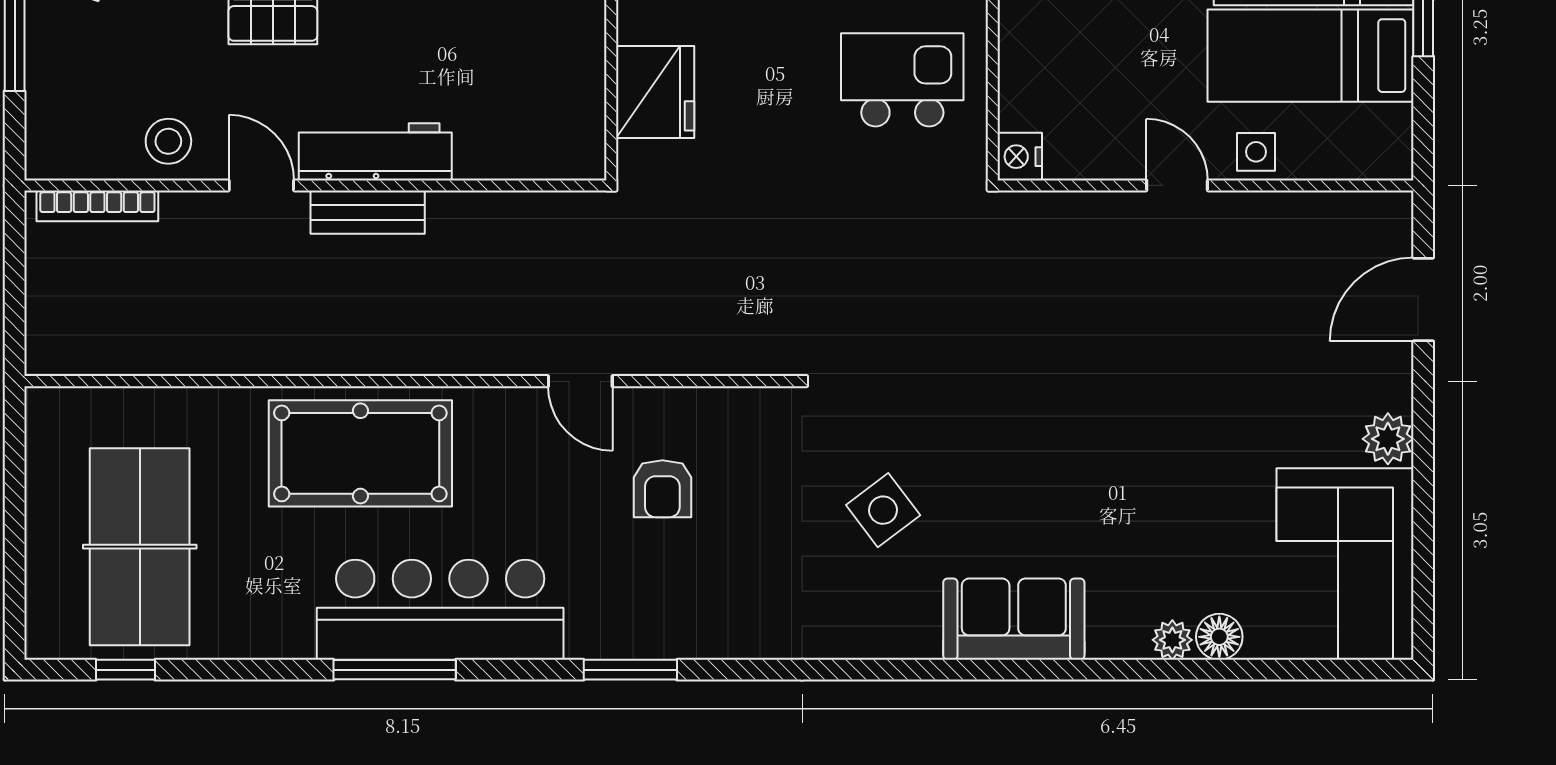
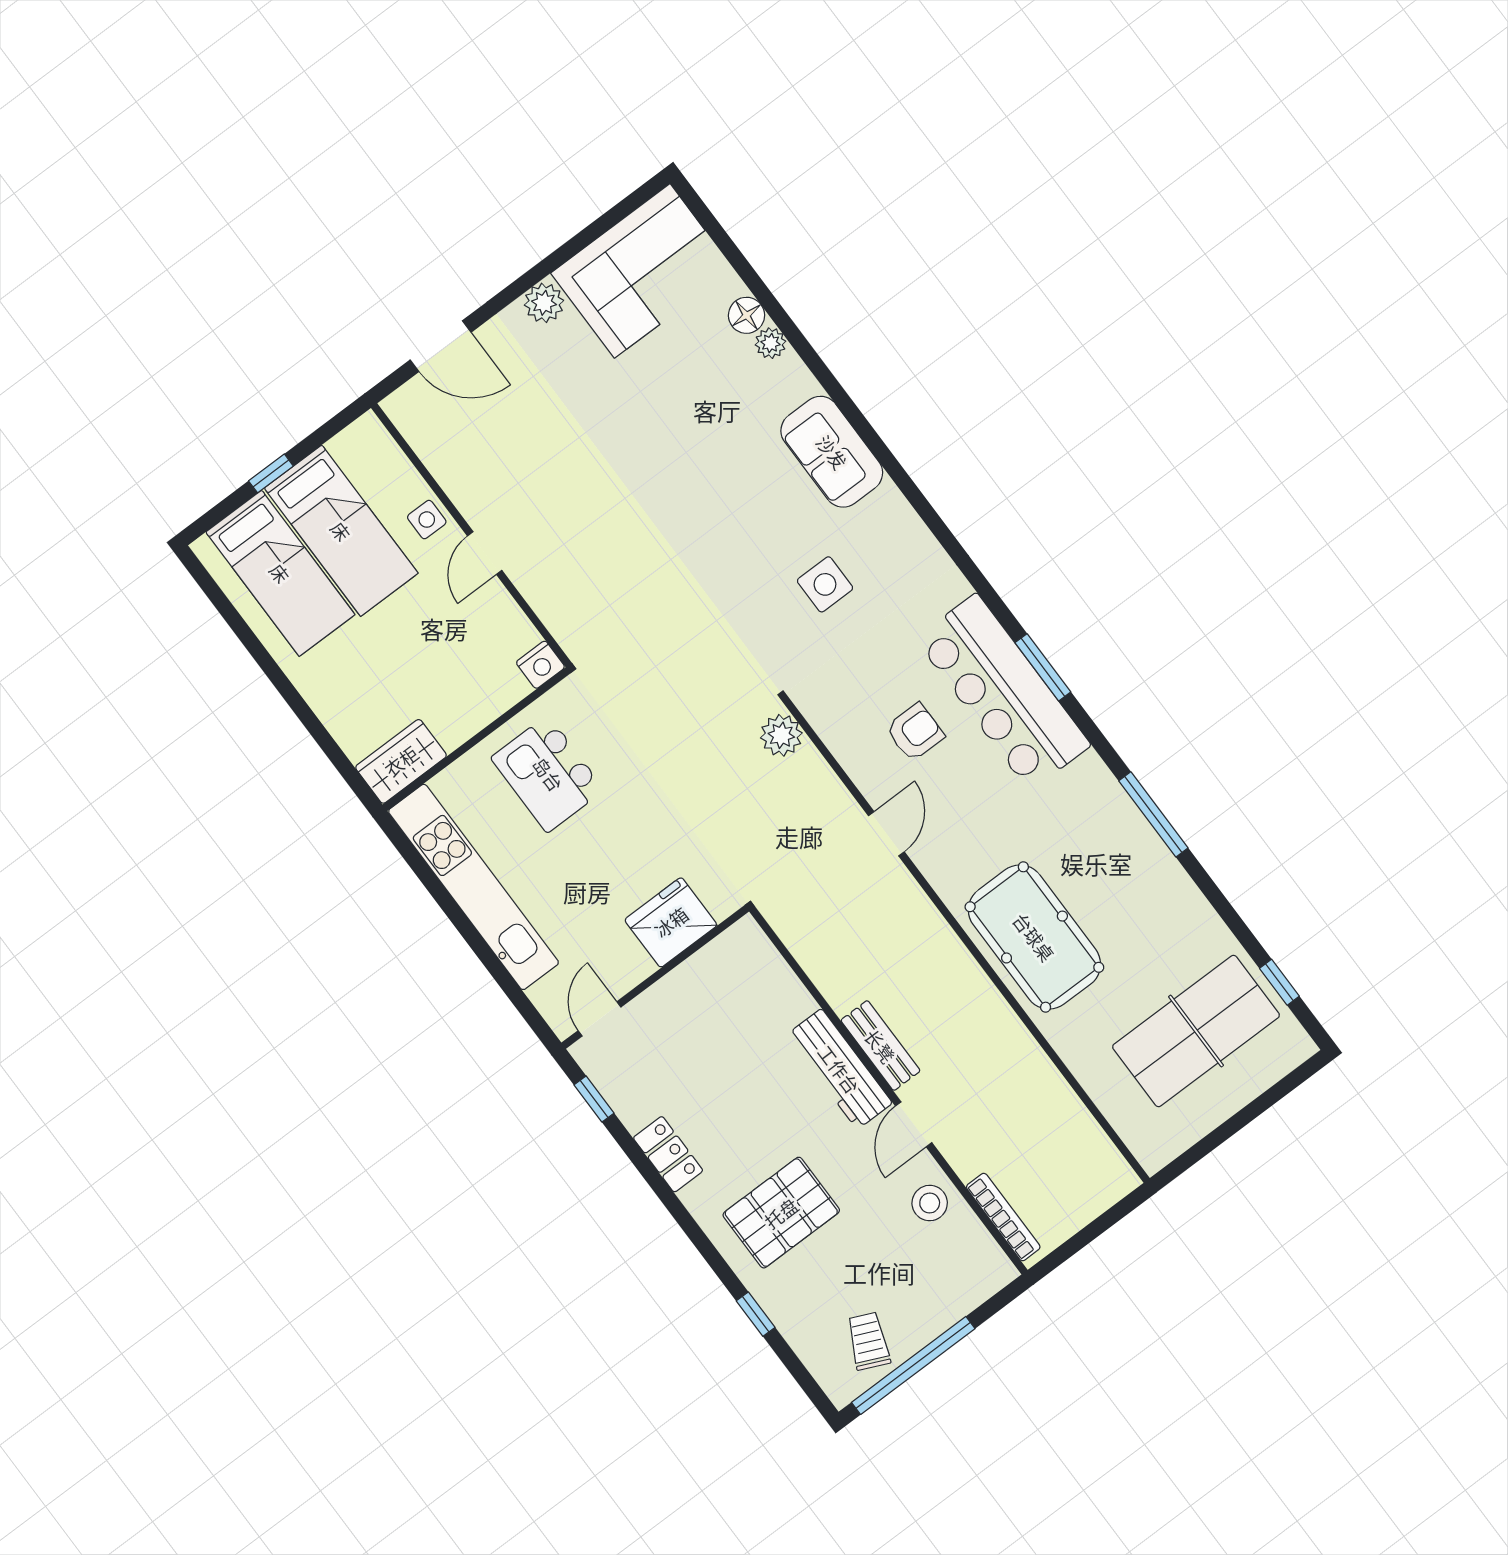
plant: (762, 349) -> (781, 735), added
side table: (883, 510) -> (825, 584), turned 37
bar counter: (440, 610) -> (1003, 692), moved

